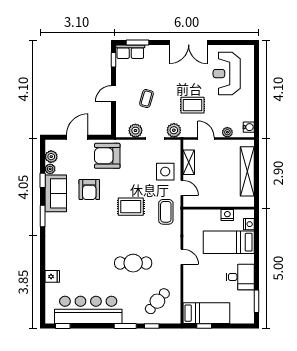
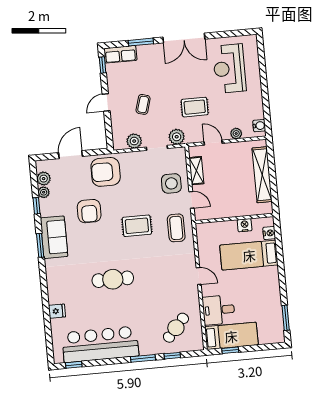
window: (138, 42) -> (141, 42), moved
sofa: (56, 193) -> (54, 237), moved
cafe table: (133, 263) -> (113, 279), moved
desk: (240, 277) -> (219, 310), moved, turned 180

